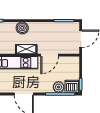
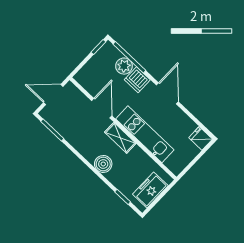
door: (50, 55) -> (102, 108), hinge flipped
dishwasher: (72, 86) -> (137, 80), moved

